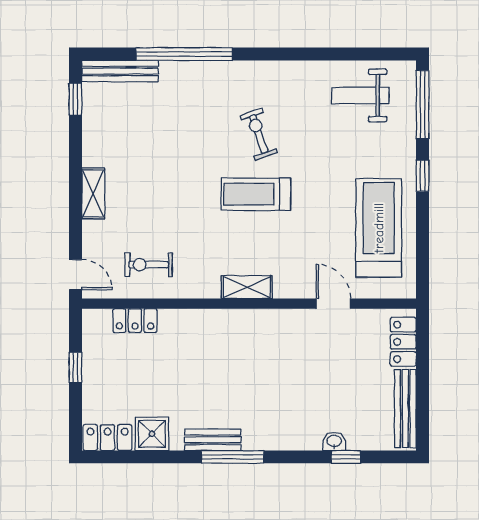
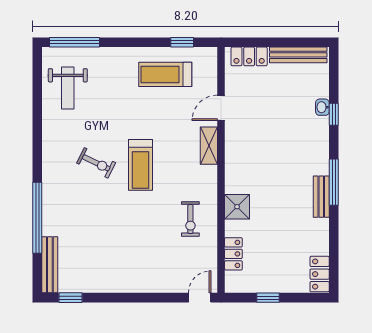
exercise bike: (259, 134) -> (96, 163), turned -135
window: (423, 176) -> (182, 42), moved
shelving: (93, 194) -> (140, 285), removed
treadmill: (379, 228) -> (165, 74), width x0.73, depth x0.73
exercise bike: (149, 265) -> (190, 219), moved
shelving: (247, 287) -> (209, 146), moved
shower: (152, 434) -> (237, 207), moved
window: (346, 457) -> (334, 114), moved

